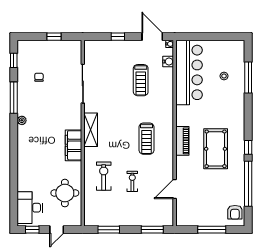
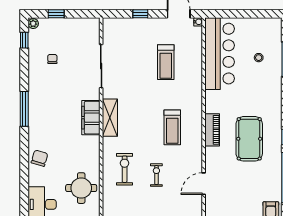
window: (54, 37) -> (56, 14), moved
water cooler: (168, 62) -> (196, 41), removed
window: (14, 98) -> (24, 109), moved
plant: (22, 120) -> (33, 24), moved
filing cabinet: (74, 145) -> (91, 118), moved
chair: (27, 166) -> (39, 158), added

